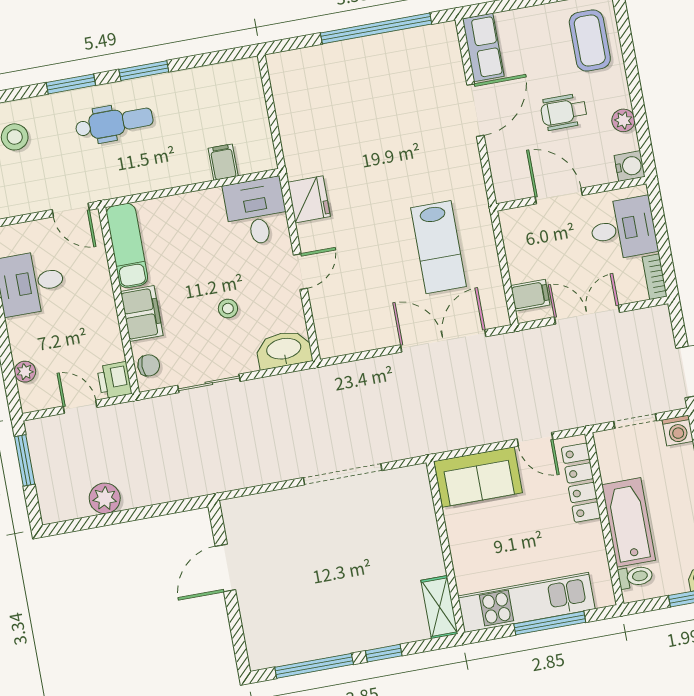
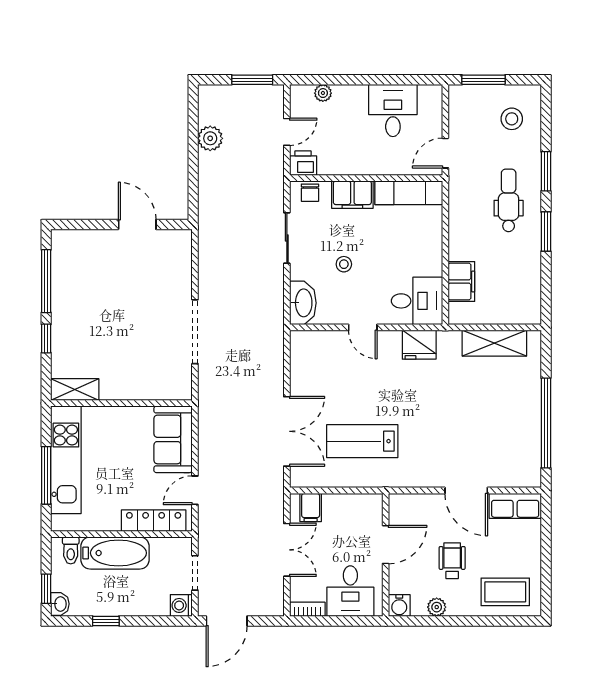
shelving: (290, 109) -> (494, 343), added
dental chair: (114, 123) -> (509, 200), turned 180
filing cabinet: (223, 162) -> (461, 282), width x2.00

